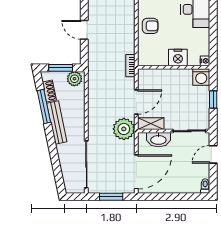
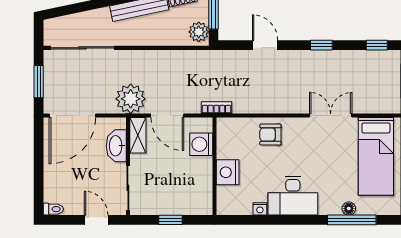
armchair: (150, 26) -> (270, 134), turned 90
door: (84, 30) -> (265, 45), hinge flipped
nightstand: (205, 61) -> (260, 209), moved
washing machine: (201, 77) -> (201, 144), moved
door: (136, 172) -> (72, 116), hinge flipped

